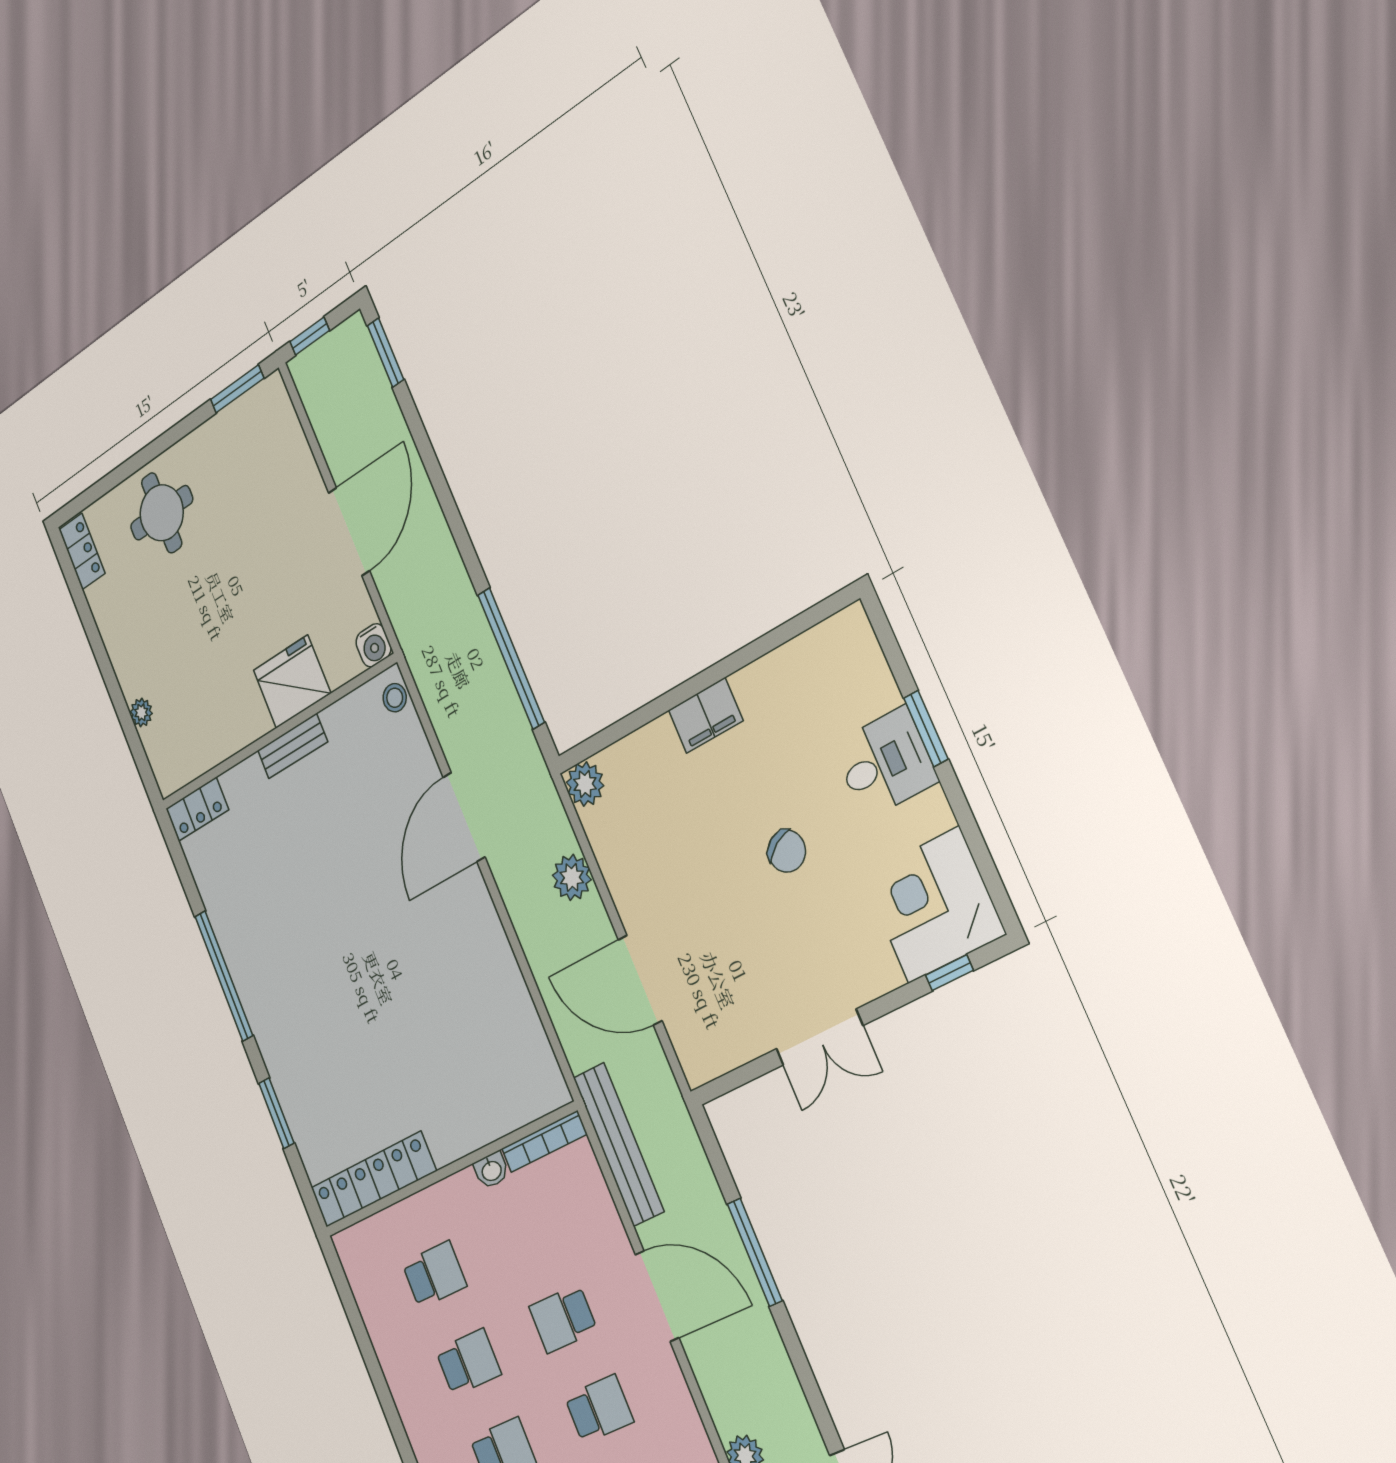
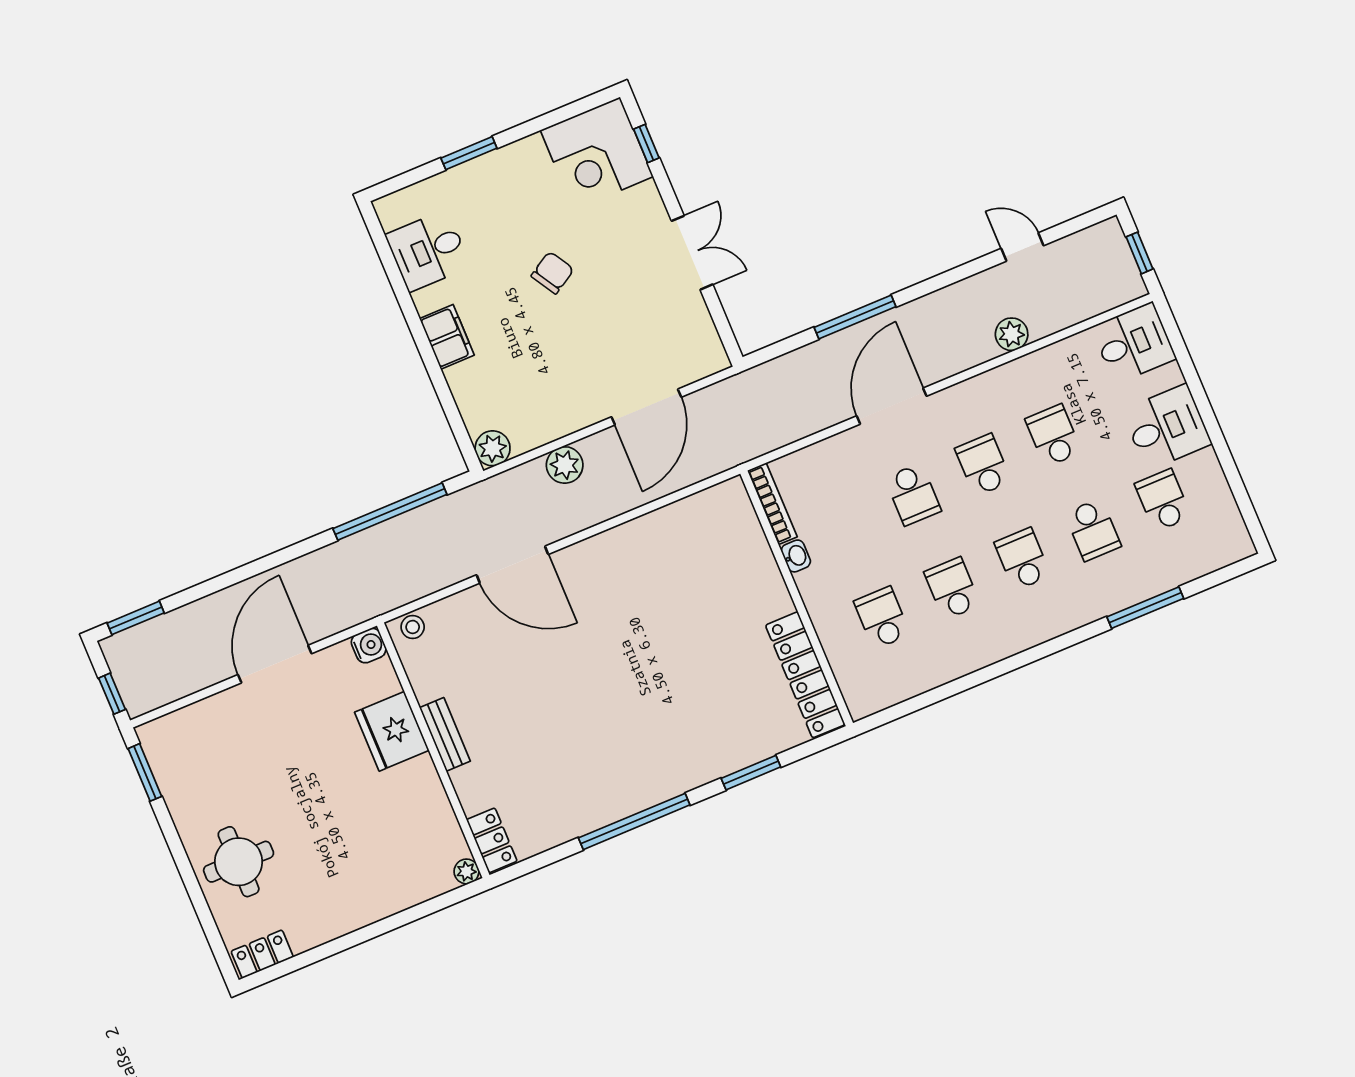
door: (349, 532) -> (275, 664), hinge flipped
plant: (141, 712) -> (466, 871), moved
desk: (885, 763) -> (428, 251), moved, turned -90
bench: (619, 1144) -> (774, 434), removed

